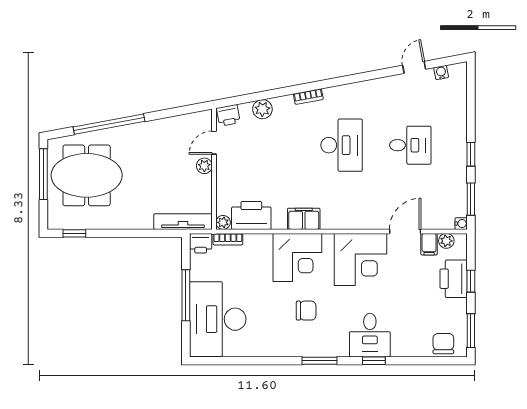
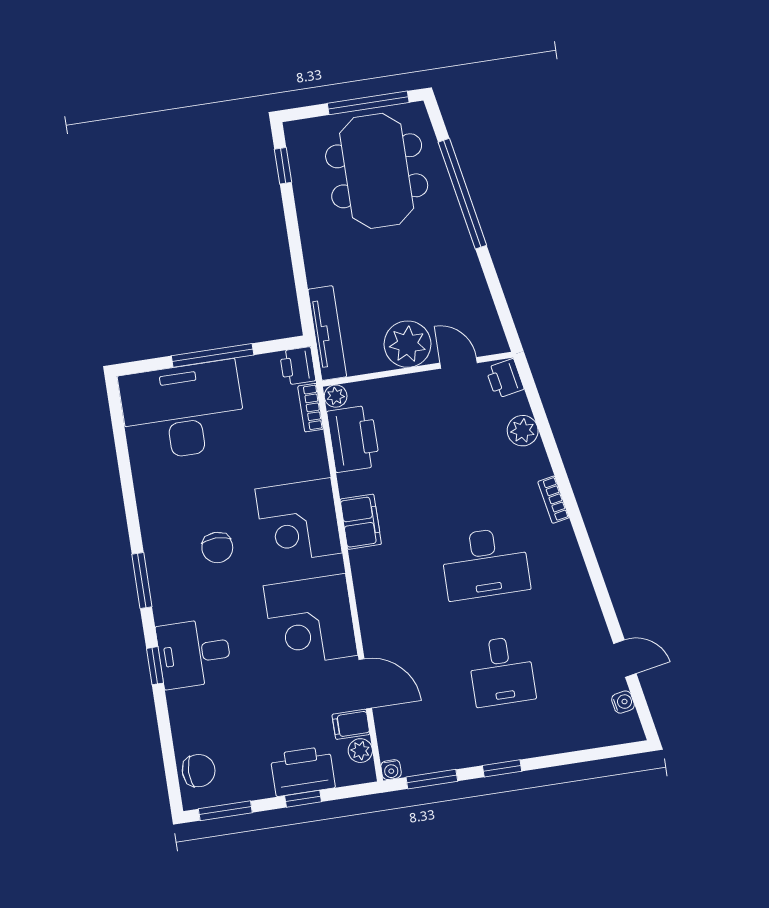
plant: (204, 166) -> (408, 344), width x1.88, depth x1.88

